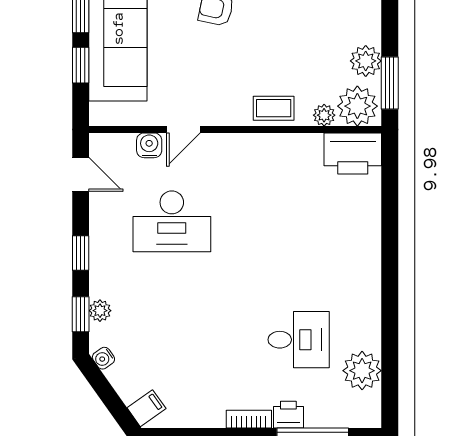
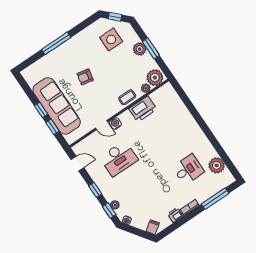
plant: (366, 61) -> (140, 49), moved
window: (390, 83) -> (151, 48), moved
door: (183, 130) -> (102, 125), hinge flipped
water cooler: (149, 145) -> (115, 123), moved
printer: (353, 153) -> (143, 109), moved
printer: (288, 415) -> (175, 215), moved

